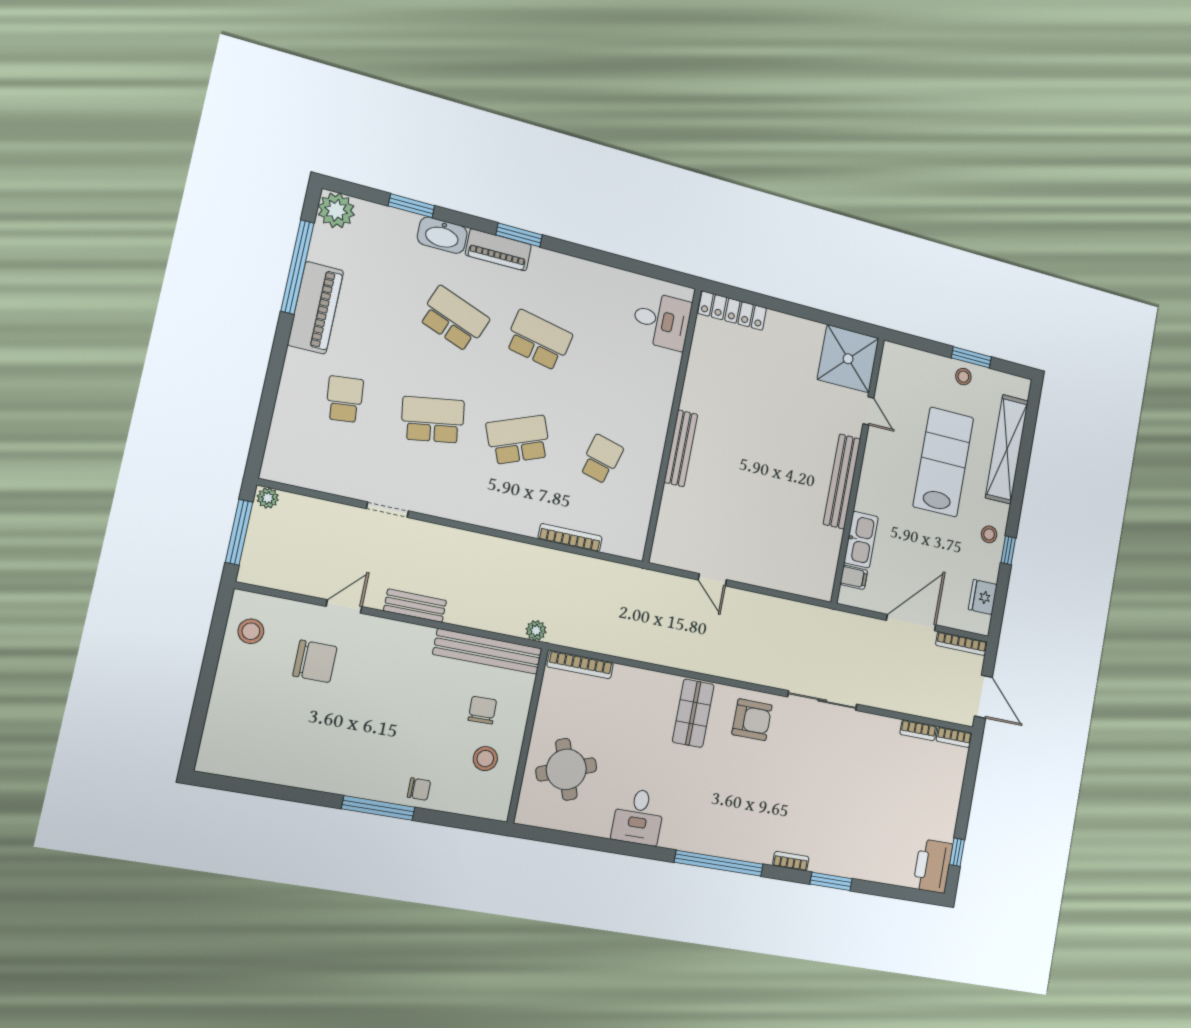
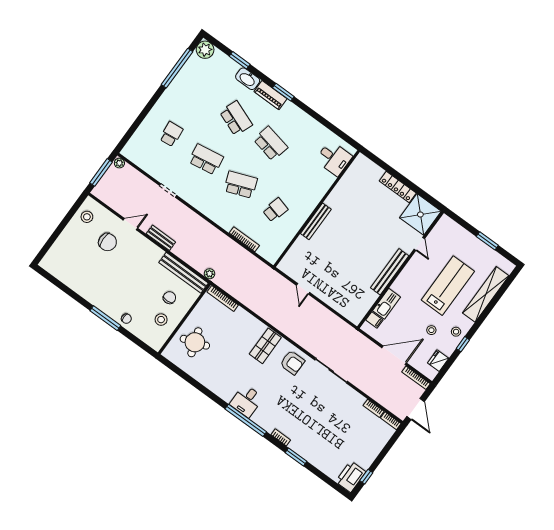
piano: (316, 308) -> (177, 89), removed
locker: (732, 311) -> (398, 187), moved
stool: (963, 377) -> (431, 330), moved
desk: (638, 817) -> (247, 401), moved

